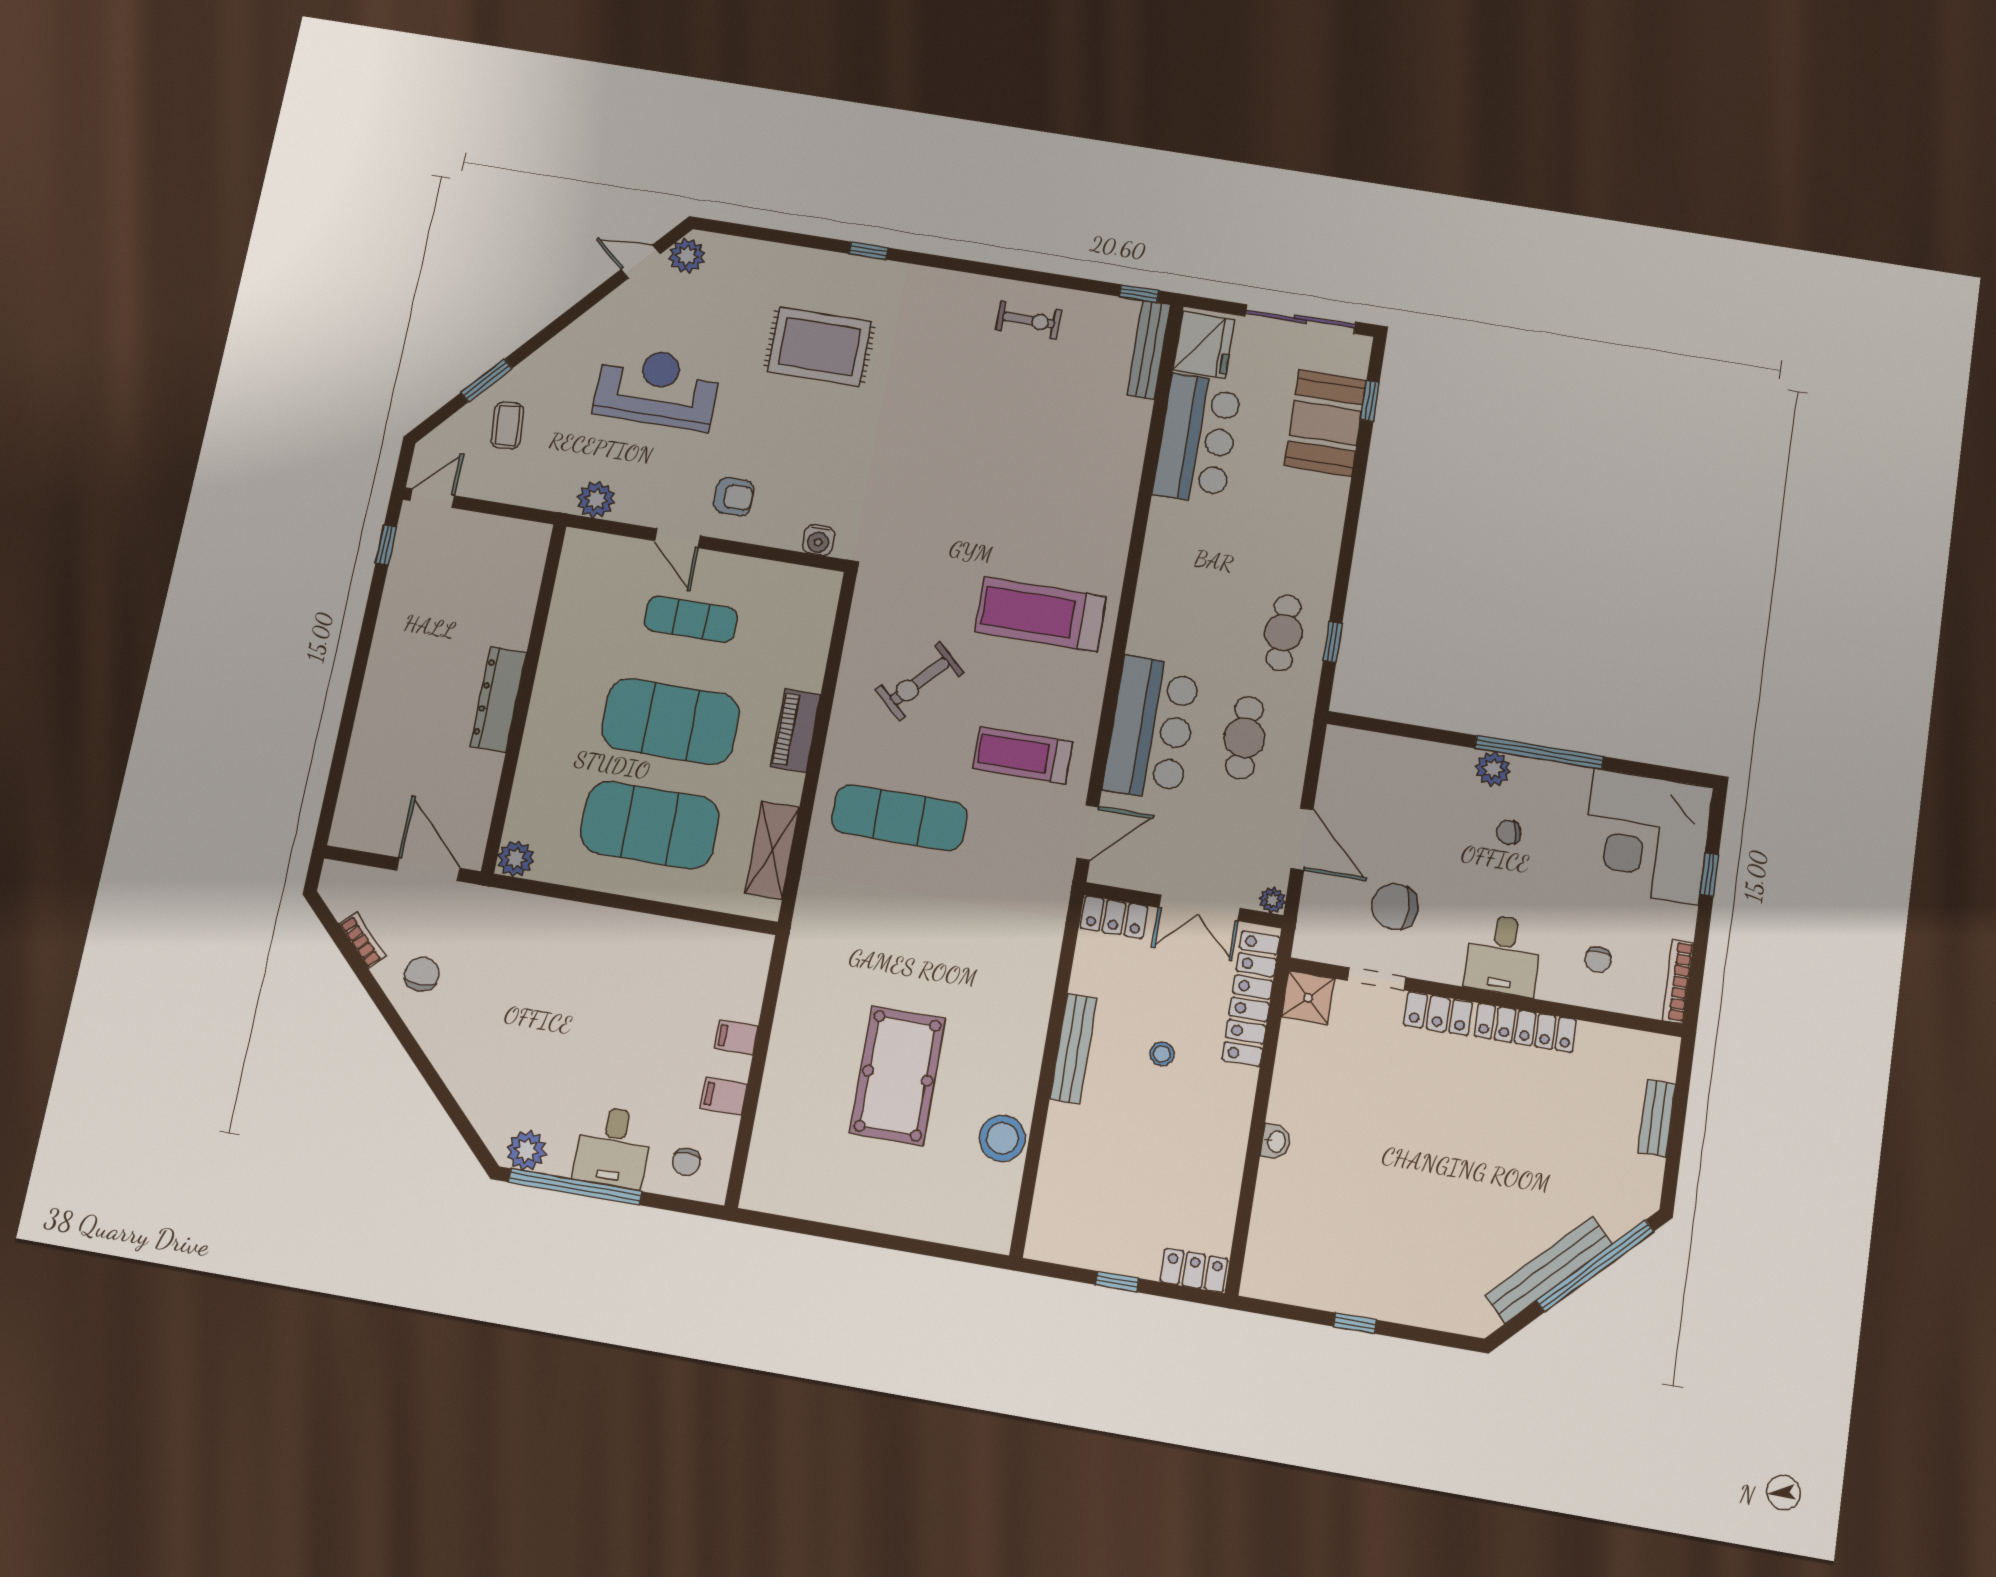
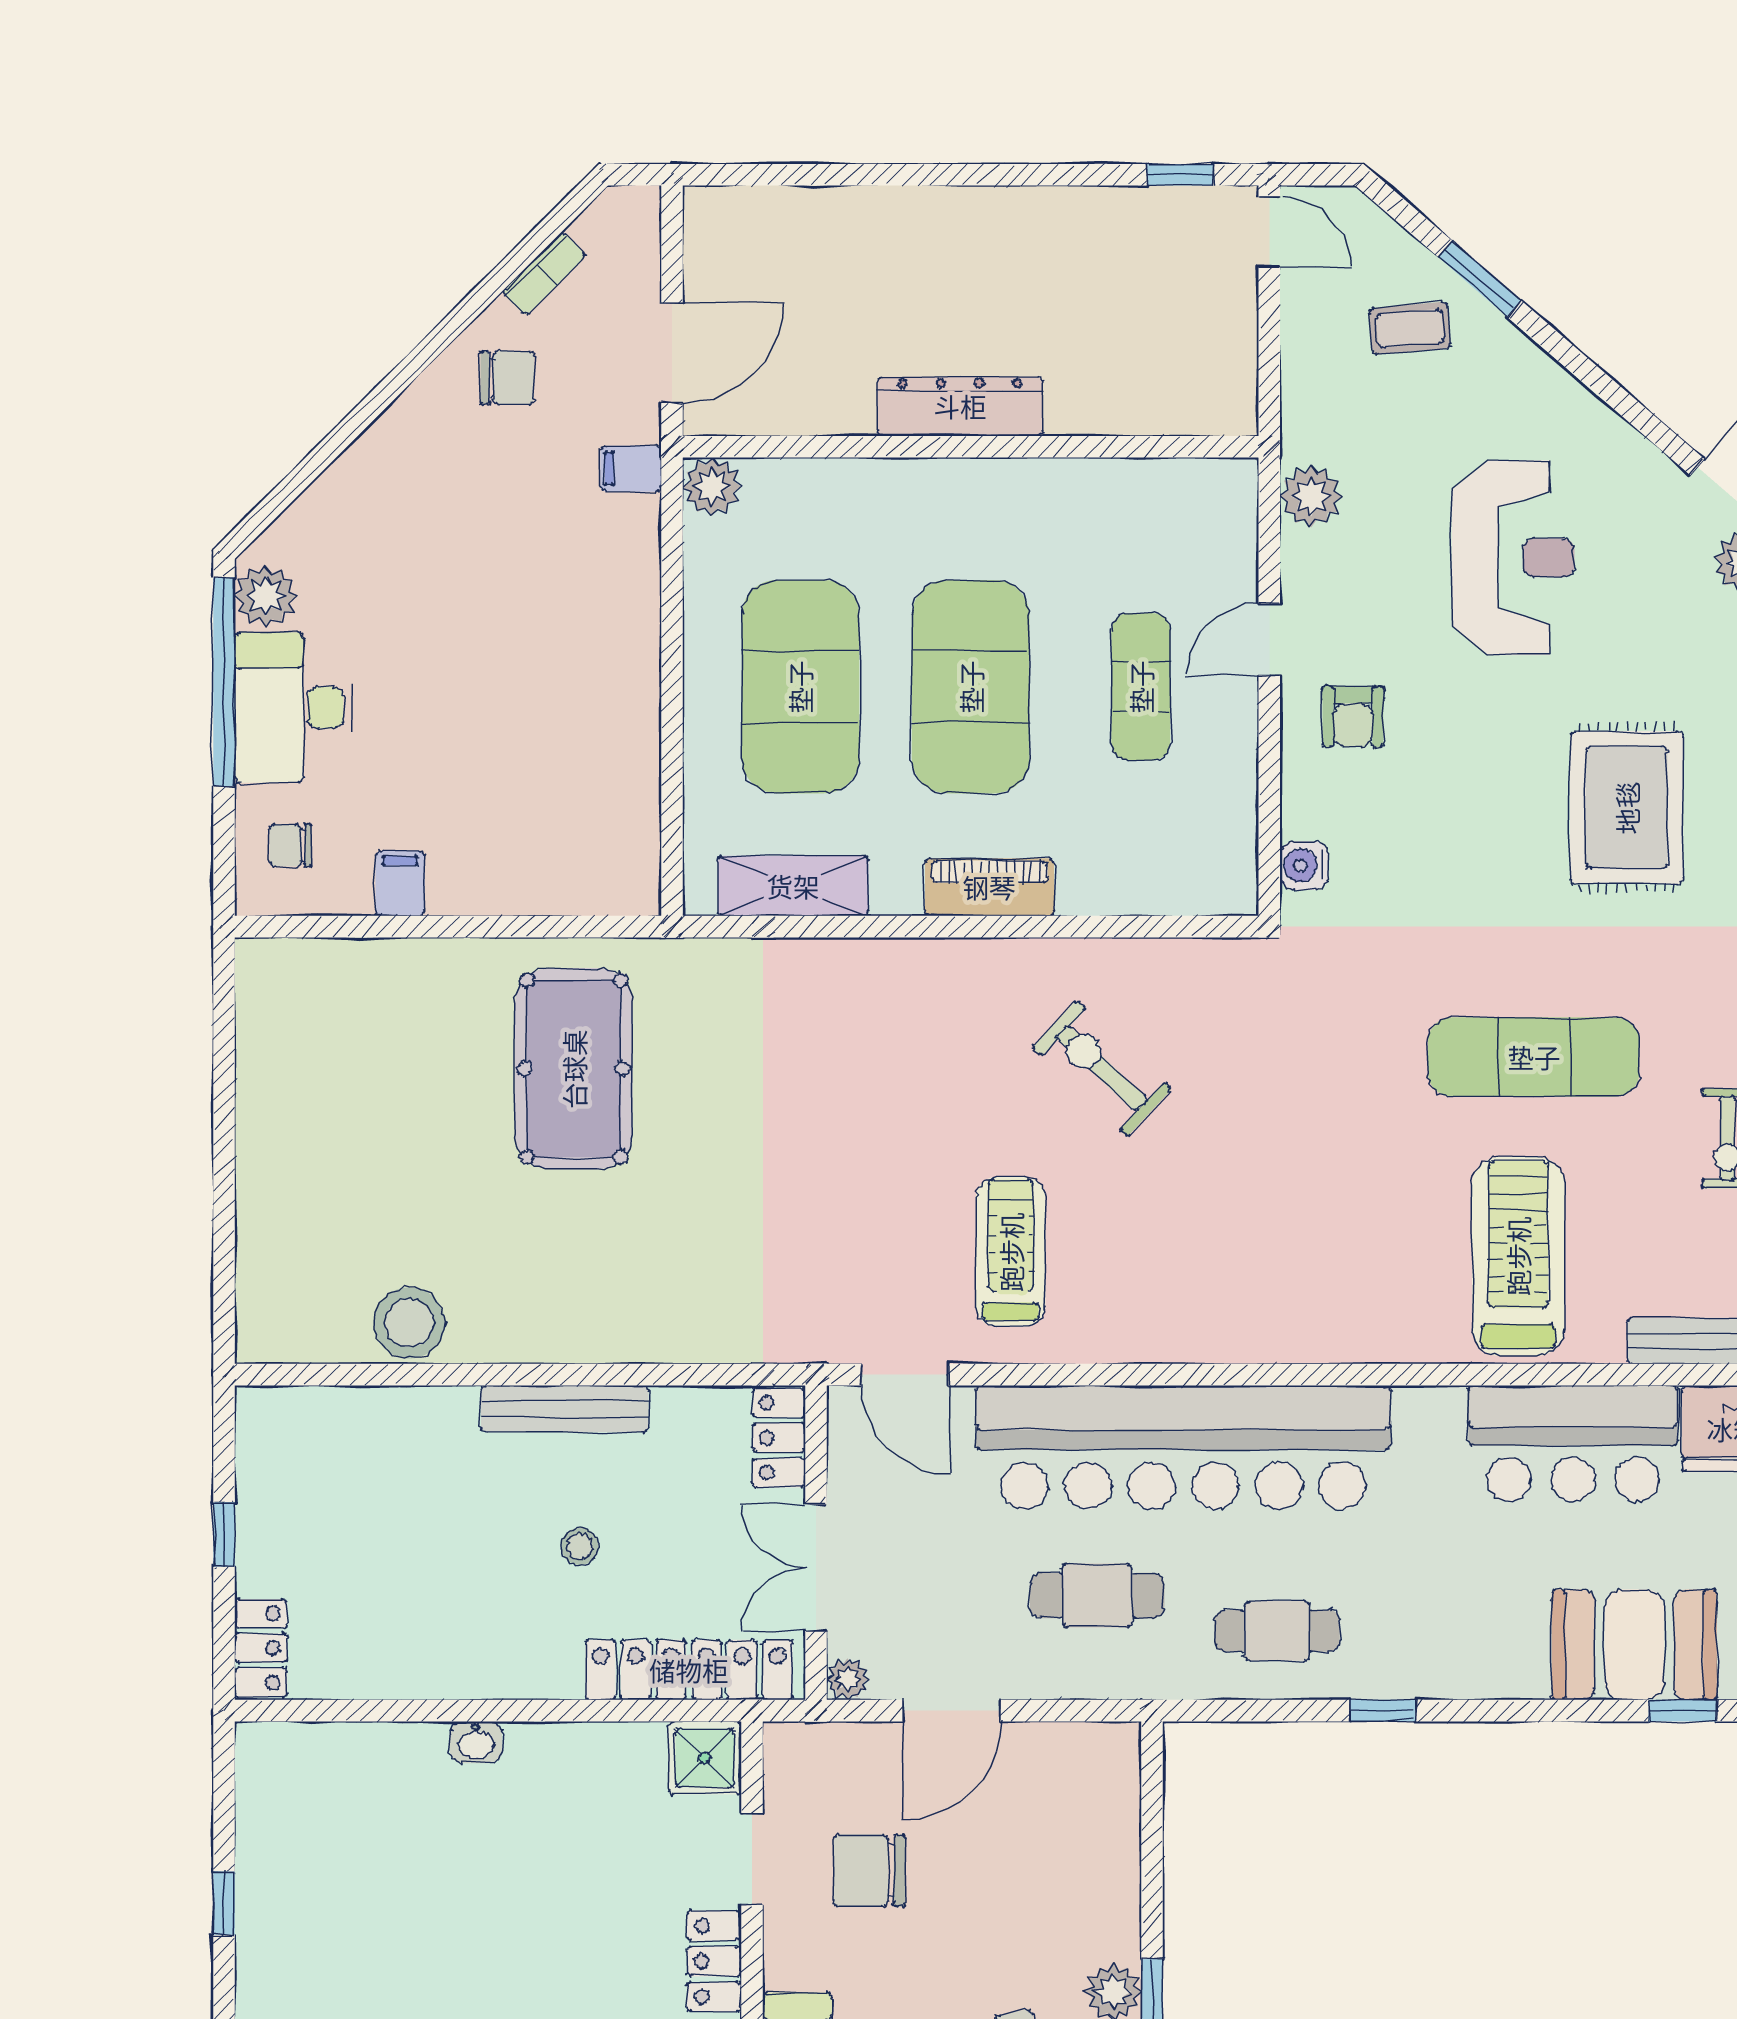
treadmill: (1040, 614) -> (1518, 1256), moved
window: (1333, 642) -> (1383, 1711), moved
bar counter: (1152, 728) -> (1183, 1447), width x1.86
exercise mat: (899, 818) -> (1534, 1057), moved, turned 90
chair: (1395, 907) -> (869, 1870), turned -90
filing cabinet: (736, 1037) -> (631, 469), moved, turned -90
pool table: (898, 1076) -> (574, 1069), moved, turned 90
desk: (613, 1147) -> (294, 708), width x1.37

